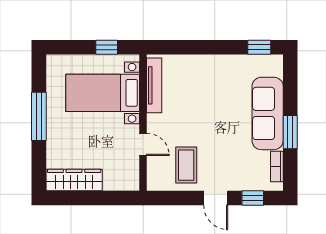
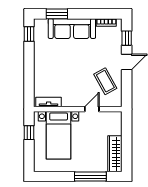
tv unit: (154, 85) -> (49, 102), width x0.71
window: (39, 116) -> (90, 177), moved
window: (290, 132) -> (57, 14), moved
coffee table: (186, 165) -> (105, 81), turned 61

